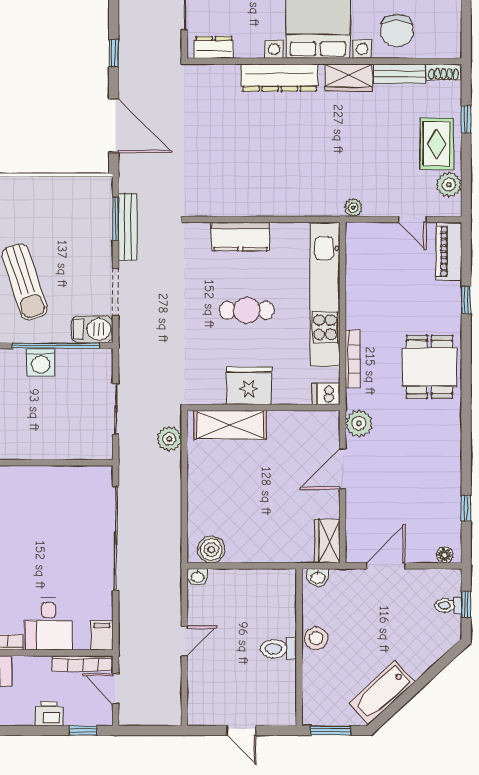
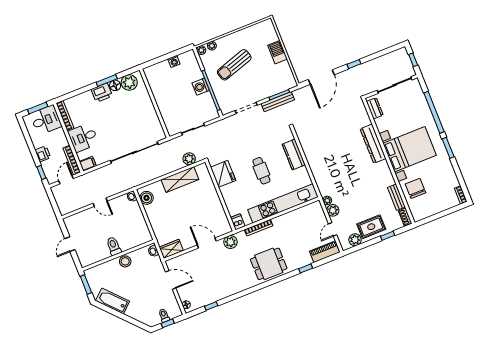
chair: (397, 31) -> (415, 188), turned 90
wardrobe: (348, 78) -> (385, 175), removed
plant: (376, 204) -> (333, 210), added
barbecue: (92, 329) -> (278, 52), moved, turned 180
fridge: (249, 386) -> (223, 174), moved
shelving: (230, 425) -> (180, 180), moved, turned 90

